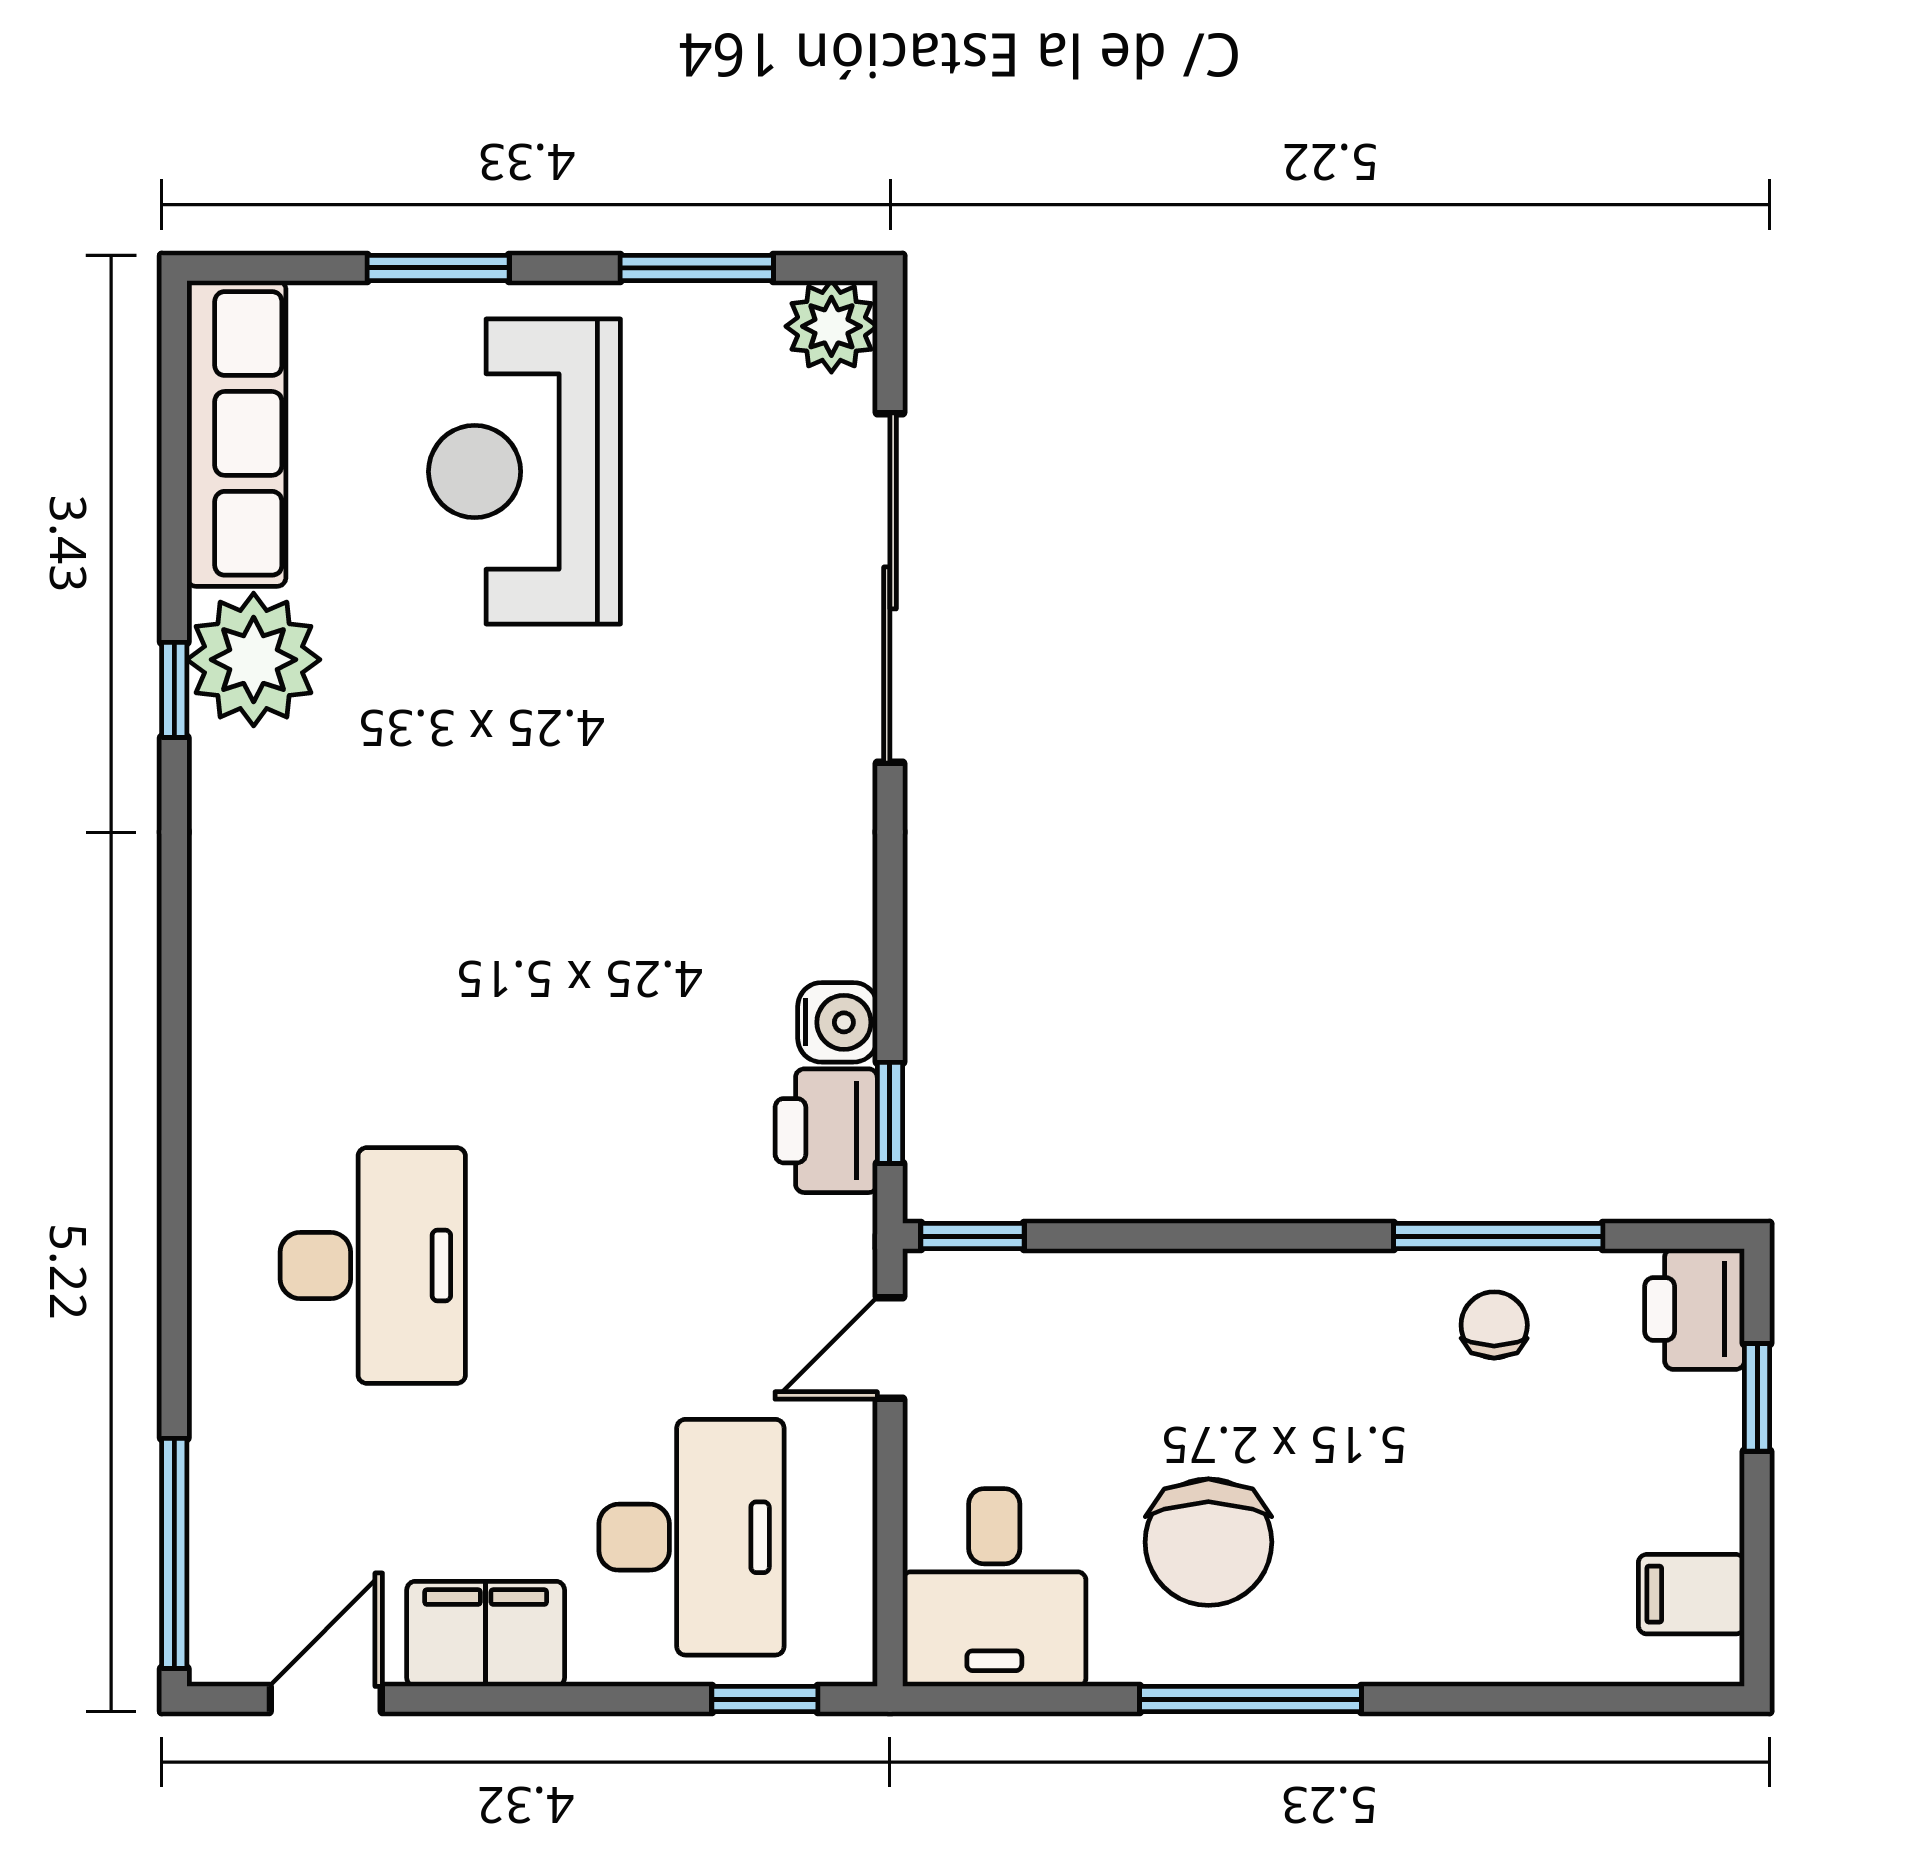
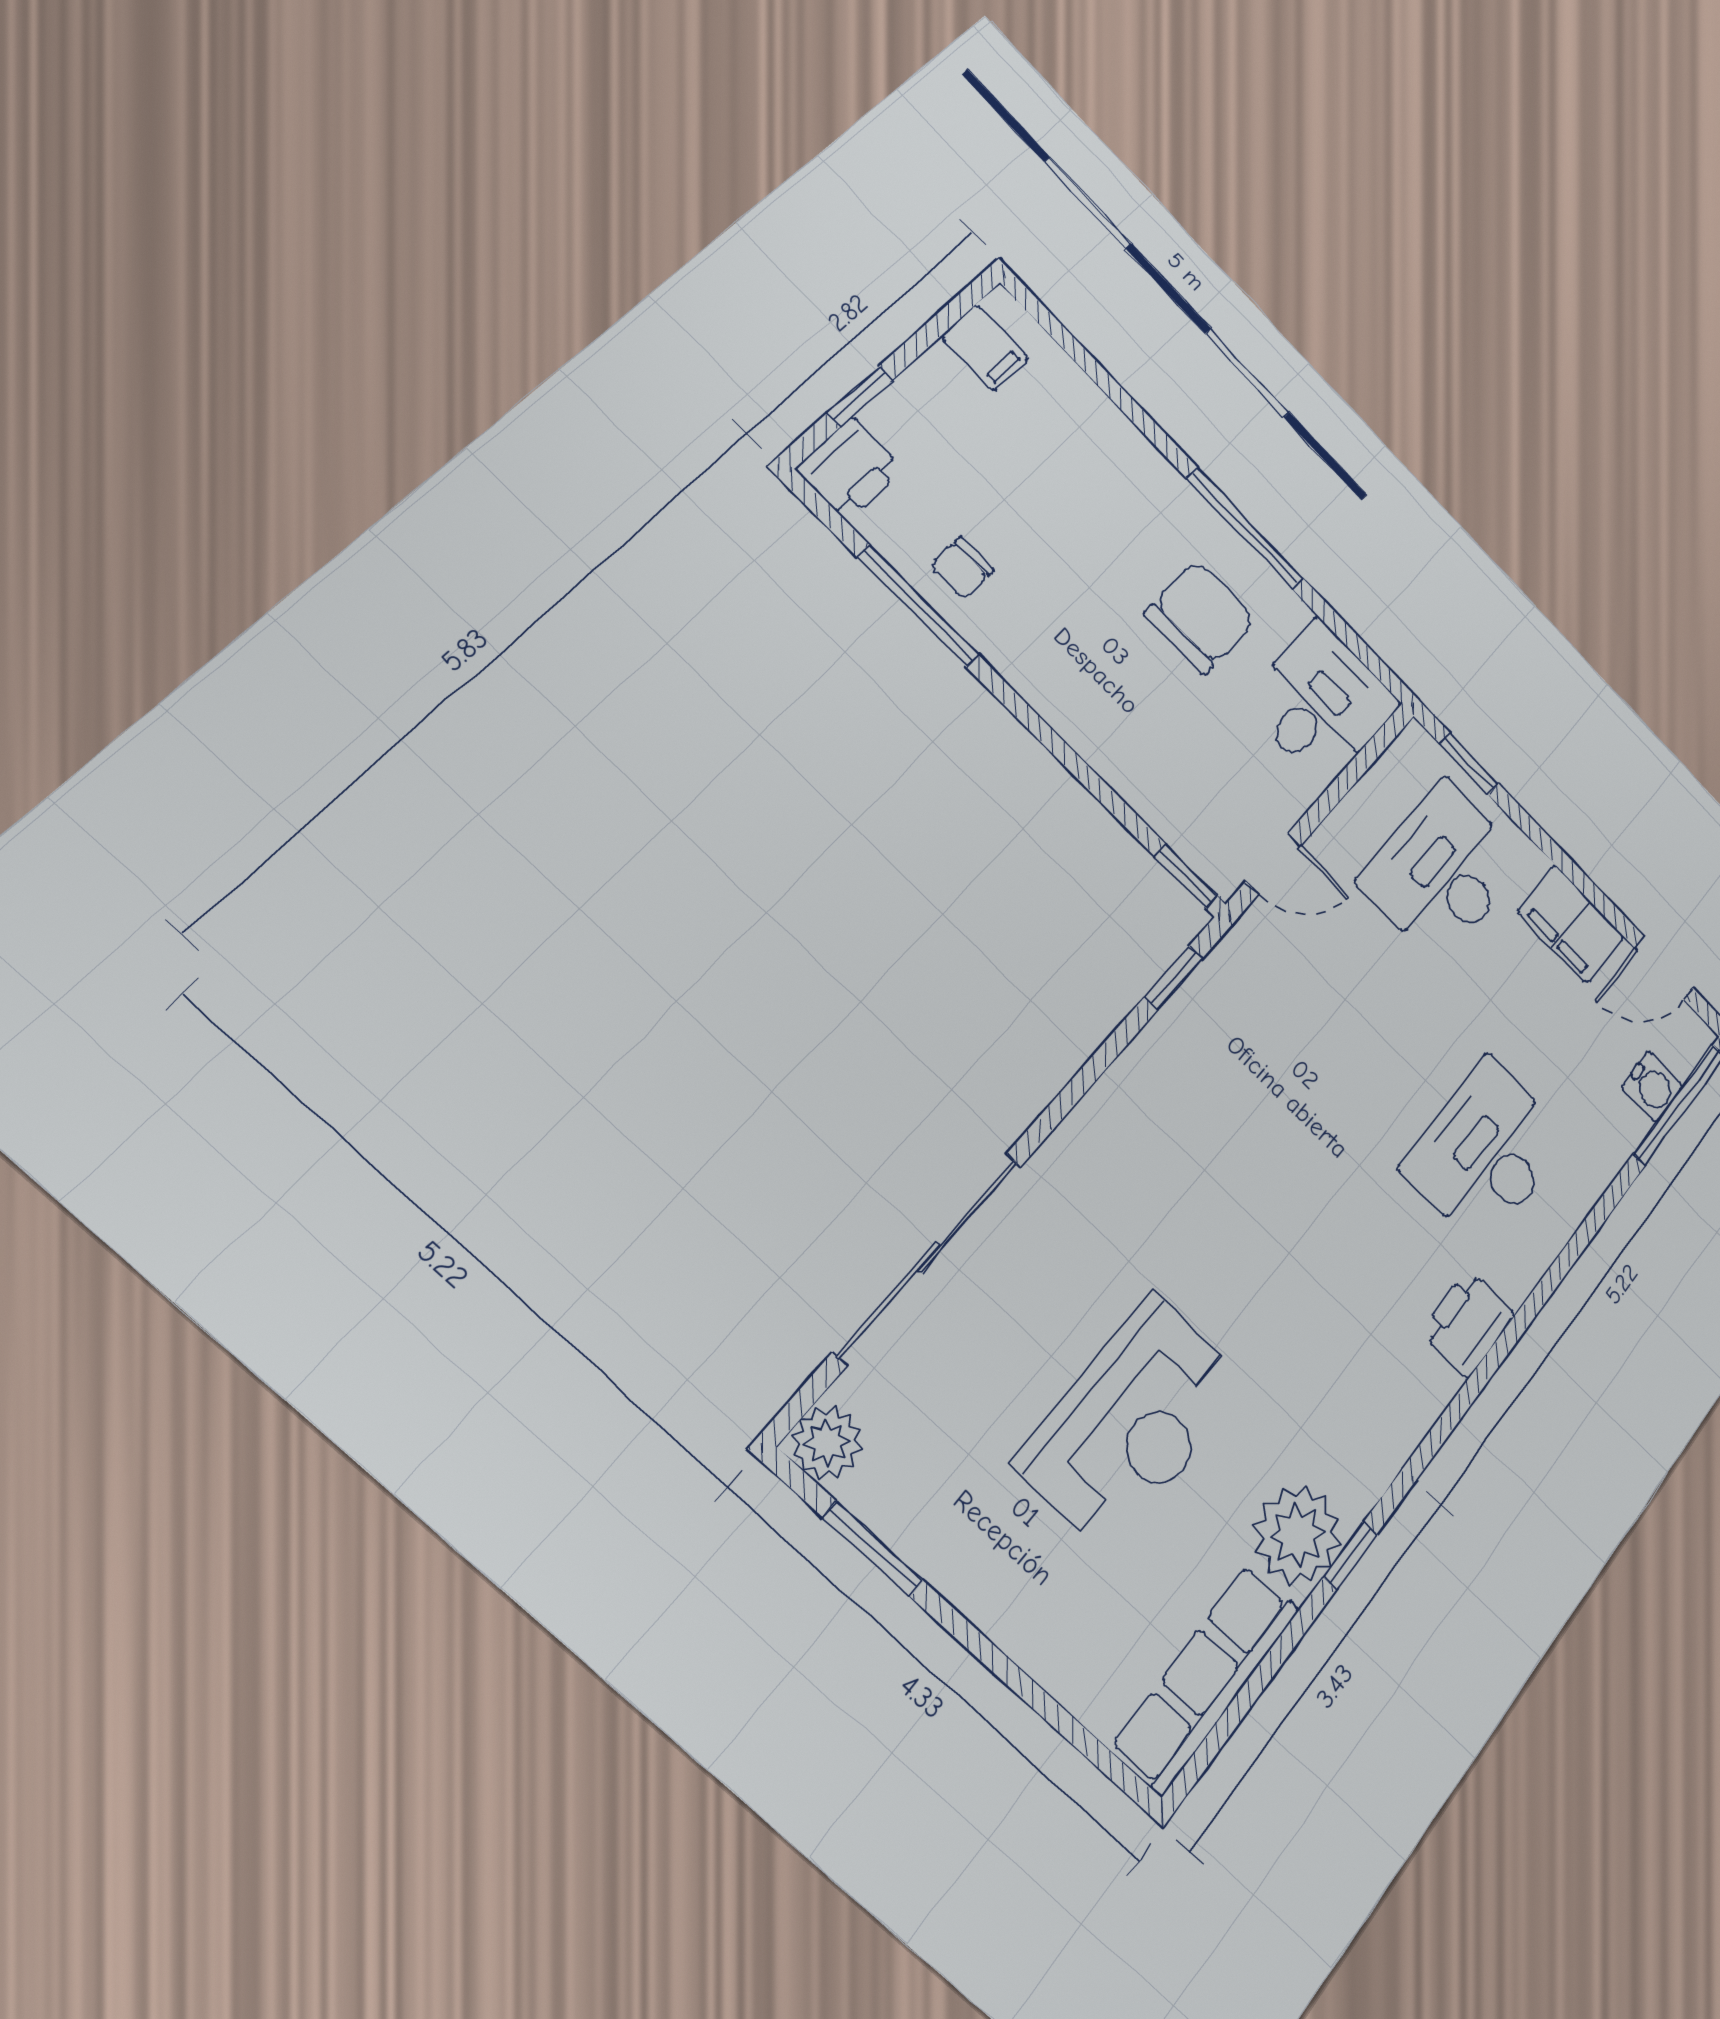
window: (438, 268) -> (1019, 1681), removed
reception desk: (524, 472) -> (1132, 1423), moved
water cooler: (838, 1022) -> (1652, 1087), moved, turned 180
printer: (826, 1131) -> (1468, 1323), moved, turned 180

